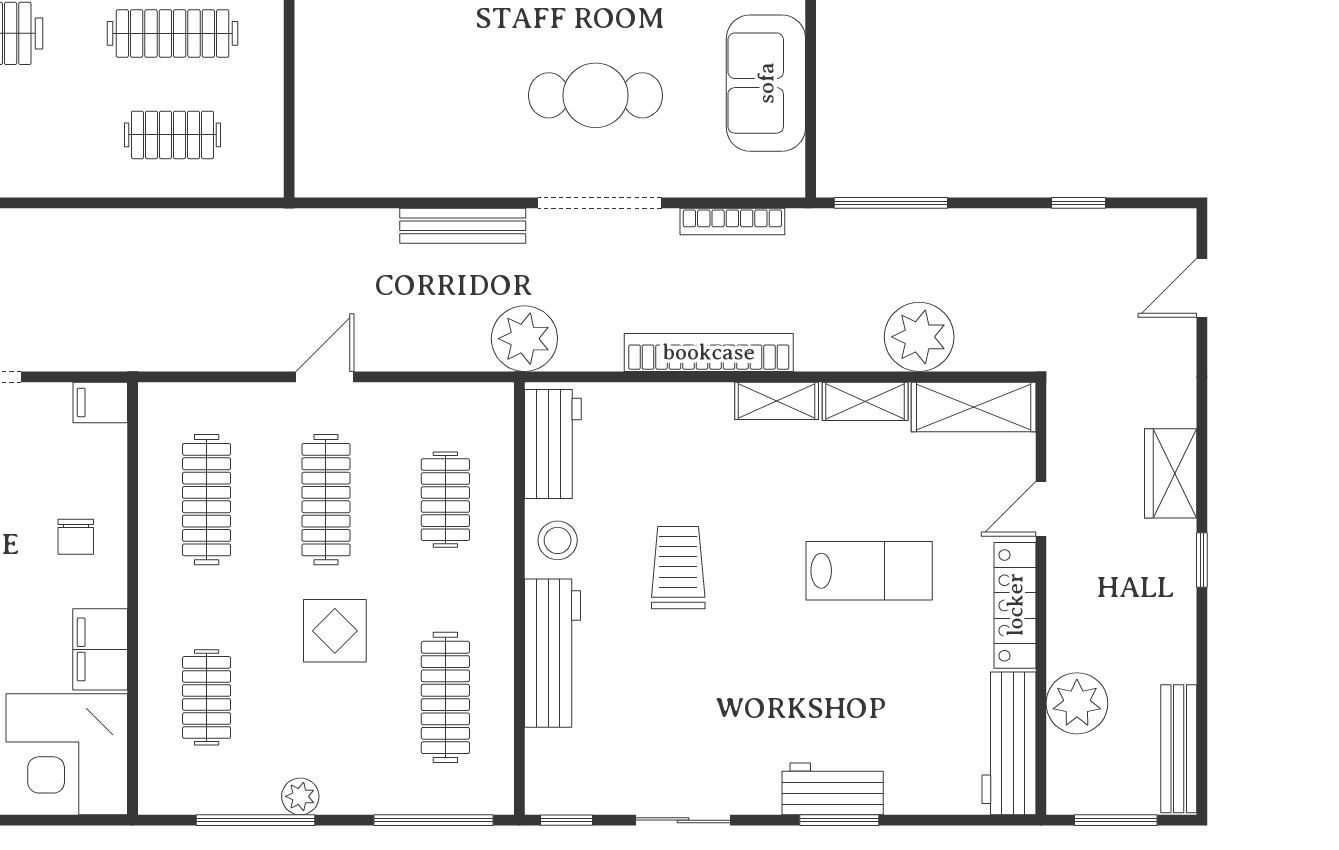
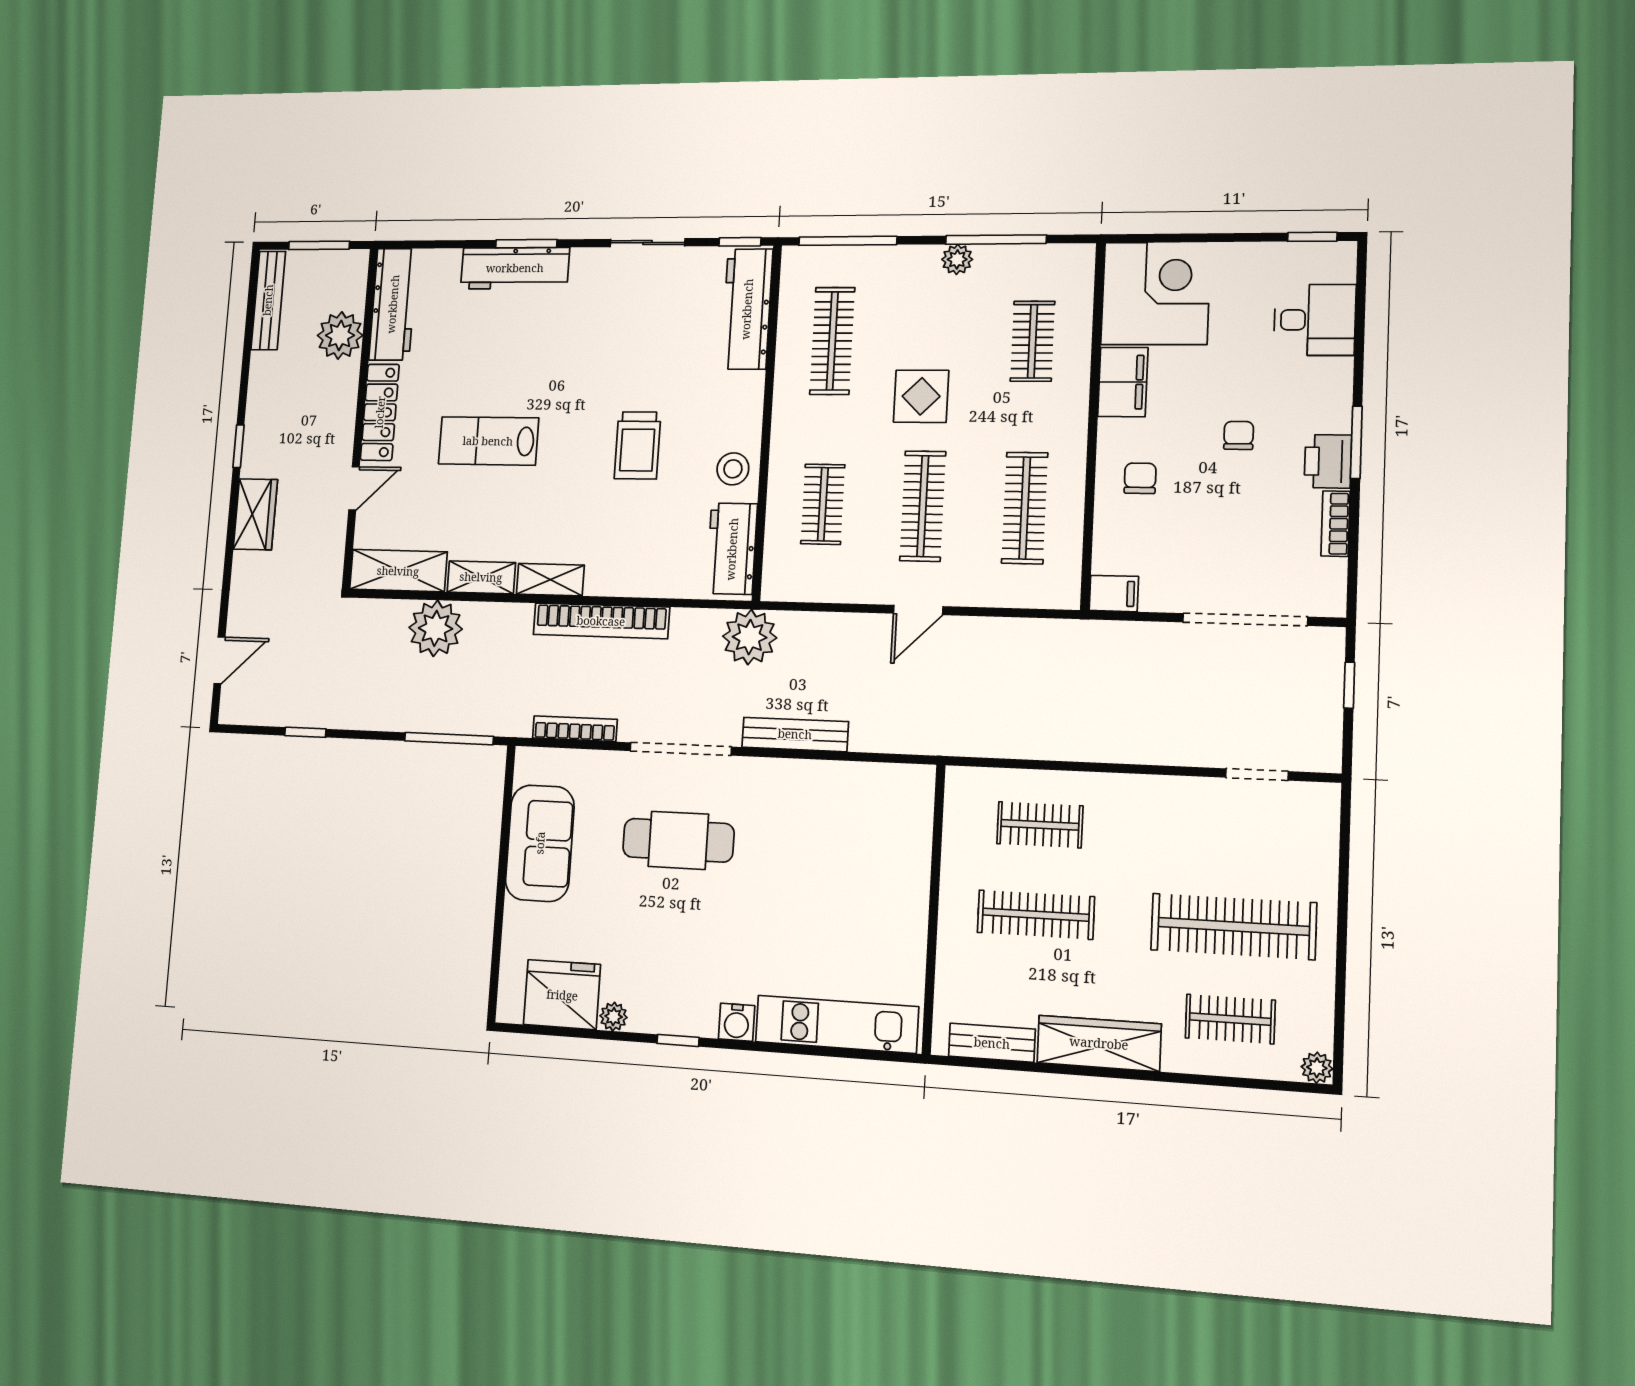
workbench: (553, 653) -> (747, 309), moved
workbench: (833, 789) -> (515, 268), width x1.38

